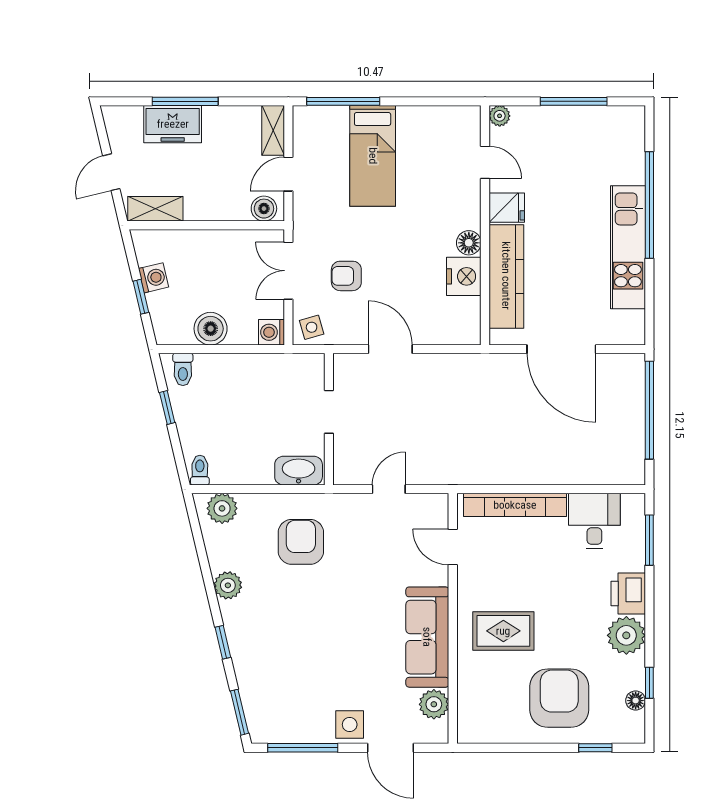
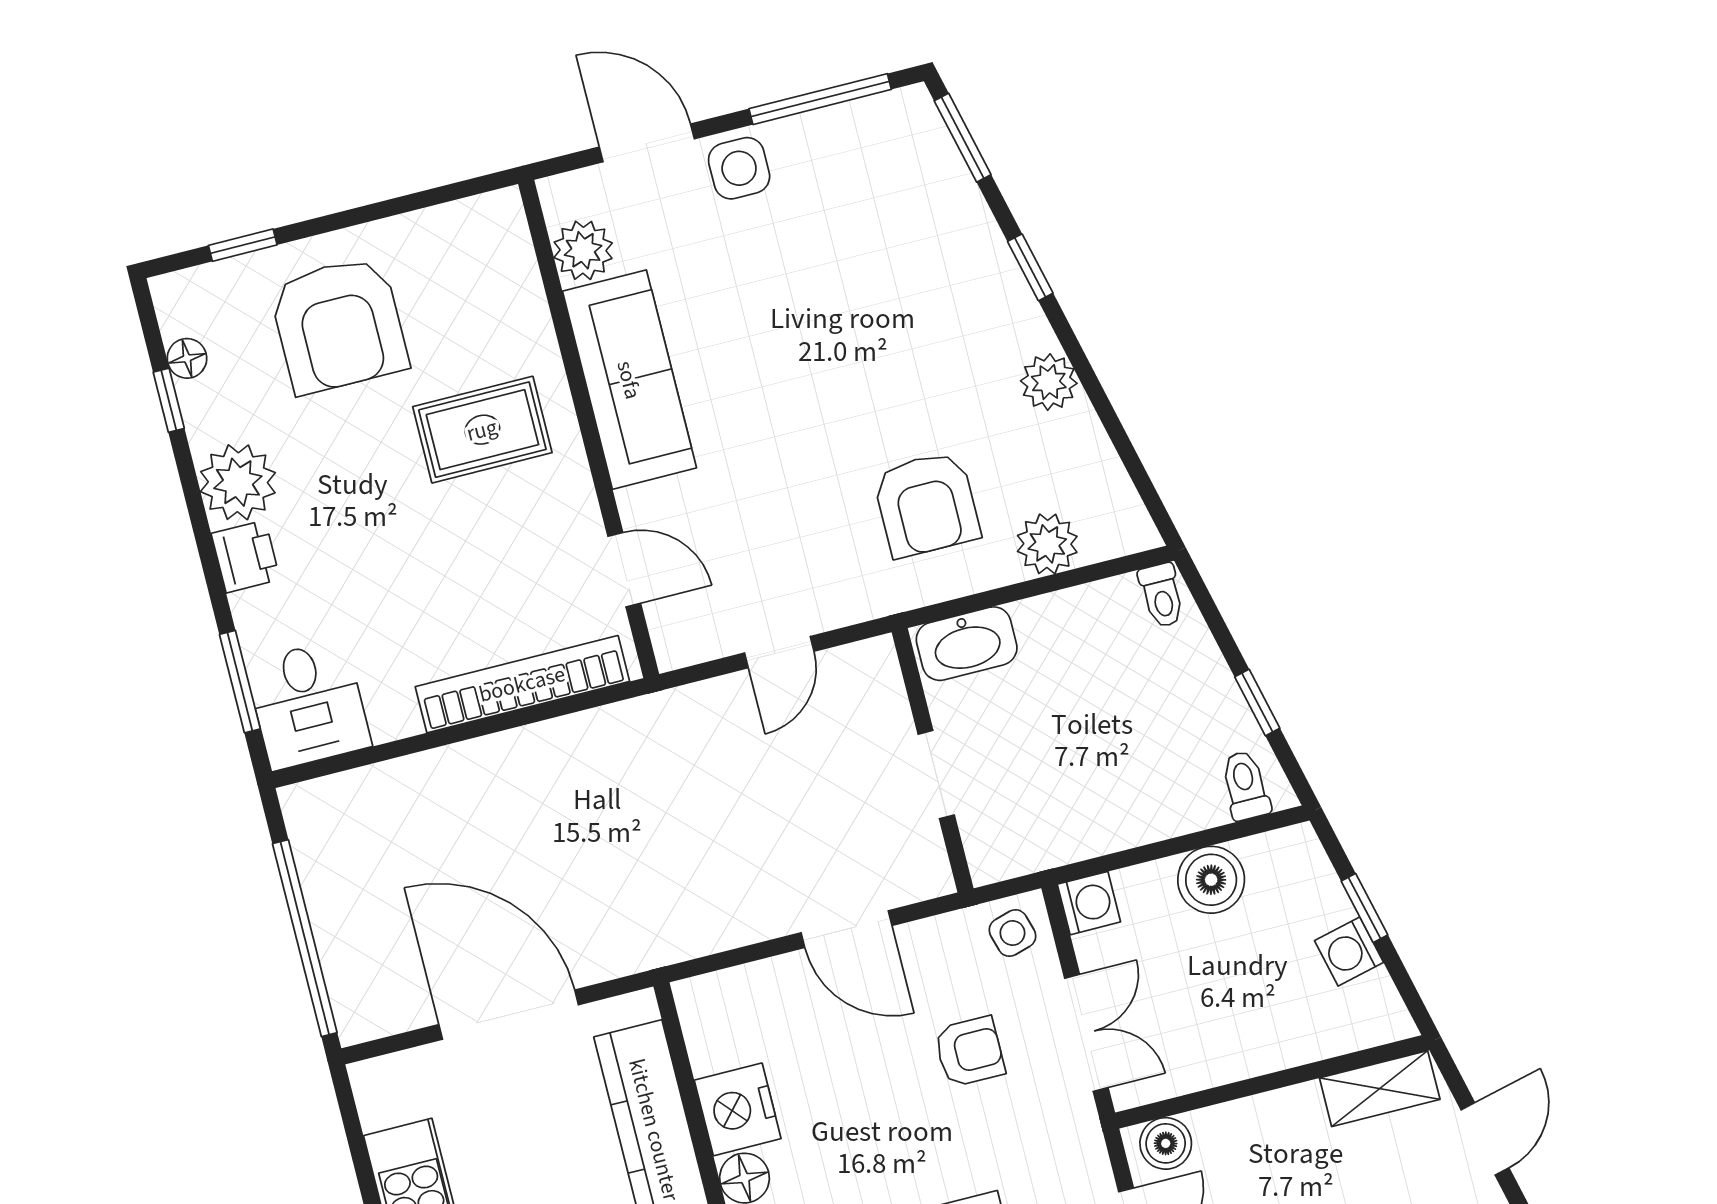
plant: (222, 508) -> (1047, 544), moved
desk: (594, 521) -> (308, 704), moved
printer: (628, 594) -> (246, 556), width x0.73, depth x0.81

